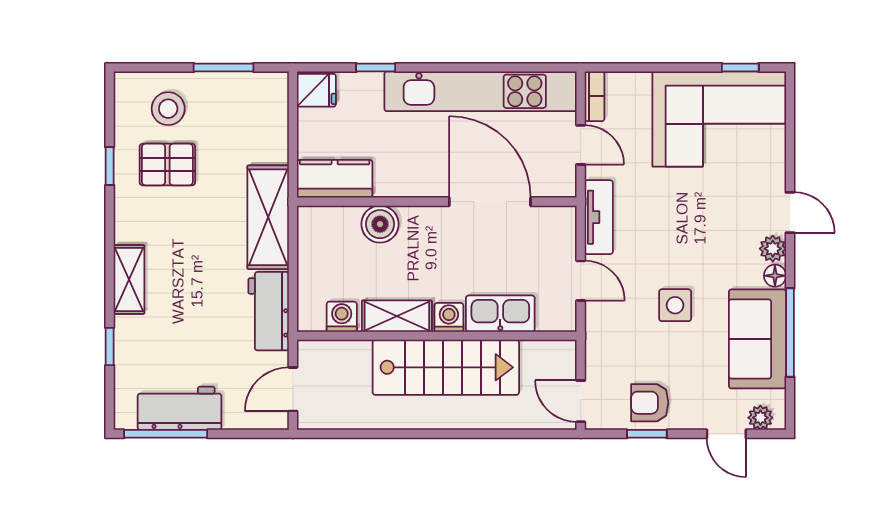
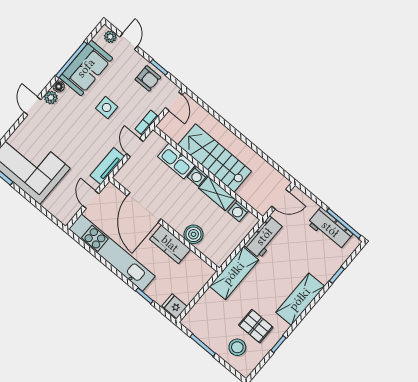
bookcase: (595, 96) -> (147, 123), moved
kitchen counter: (335, 179) -> (170, 244), moved
shelving: (129, 279) -> (300, 299), width x1.50, depth x1.33

